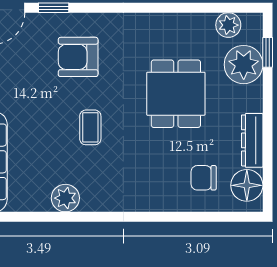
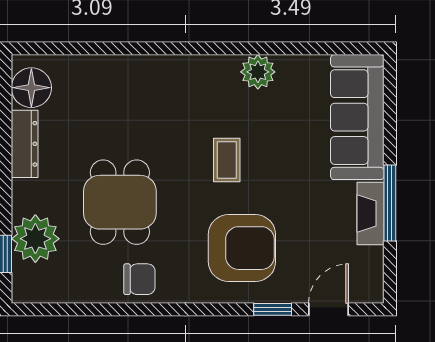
plant: (228, 25) -> (54, 288), removed
armchair: (78, 57) -> (242, 248), width x1.36, depth x1.36
chair: (204, 178) -> (139, 279), moved

